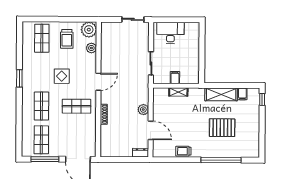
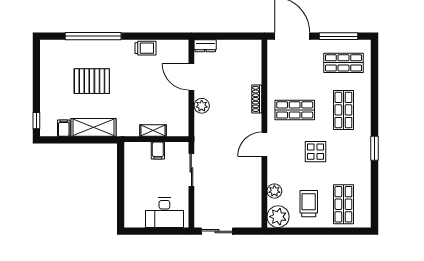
shop shelf: (41, 140) -> (343, 63), turned 90

